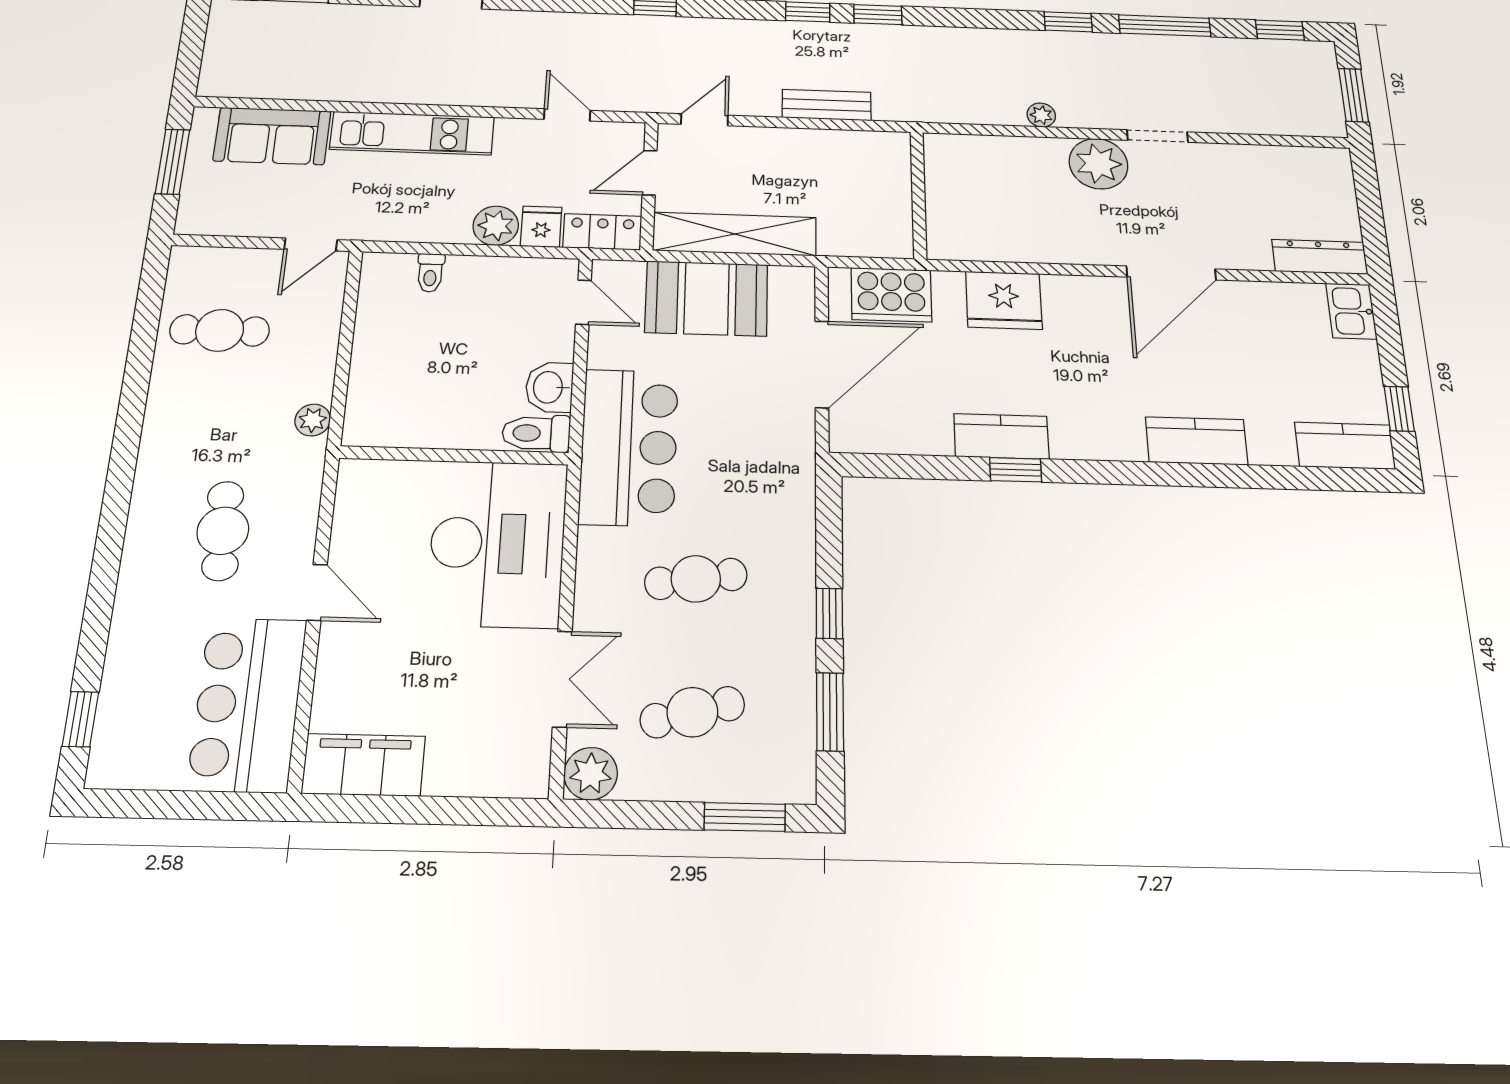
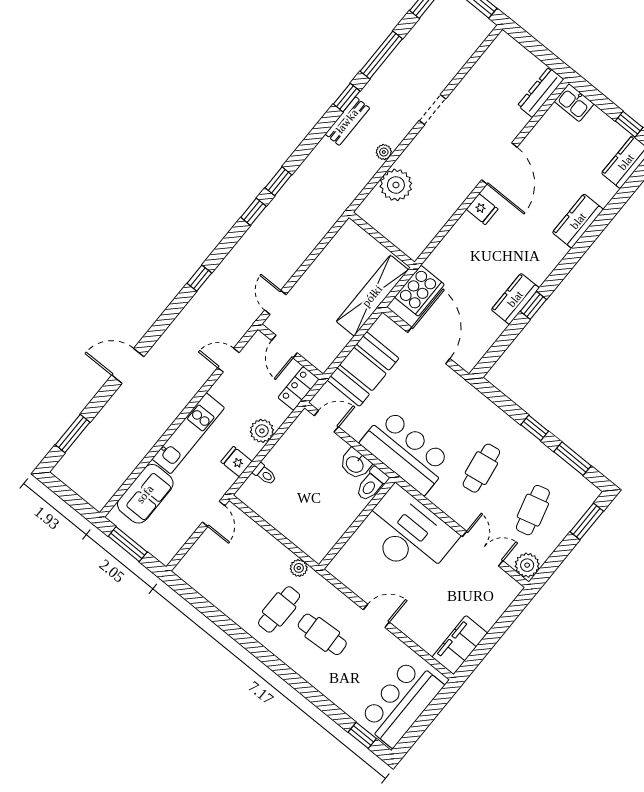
bench: (827, 105) -> (347, 121), moved
plant: (1098, 164) -> (396, 185), moved
fridge: (541, 227) -> (236, 462), moved
shelving: (735, 234) -> (372, 296), moved
fridge: (1004, 300) -> (482, 209), moved, width x0.53, depth x0.75
cafe table: (220, 330) -> (279, 609), moved
bar counter: (247, 704) -> (401, 703), moved, turned 90

